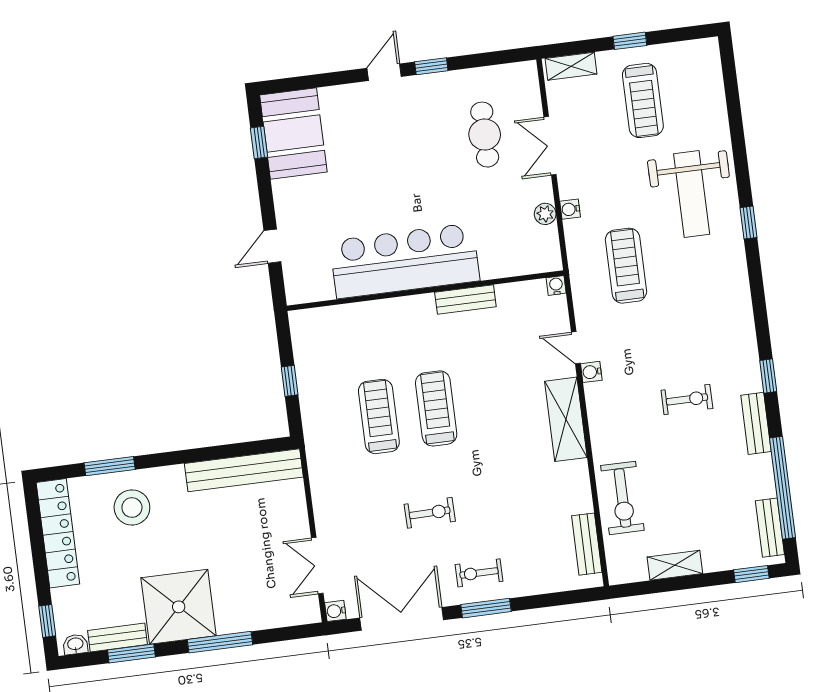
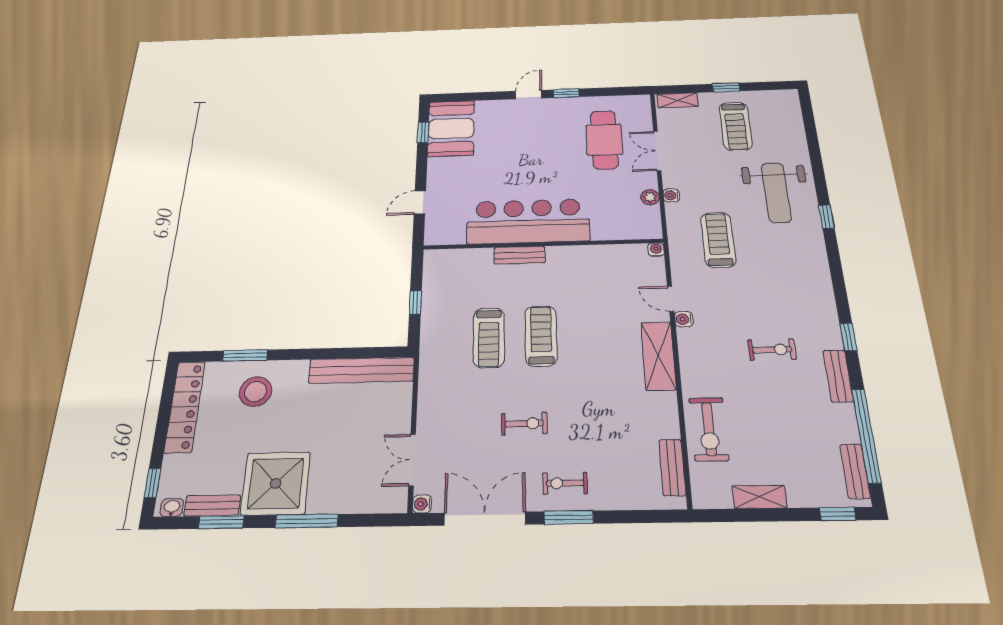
cafe table: (485, 135) -> (604, 140), width x1.37, depth x1.35
bench: (465, 299) -> (519, 255), moved
treadmill: (379, 416) -> (489, 338), turned 180

